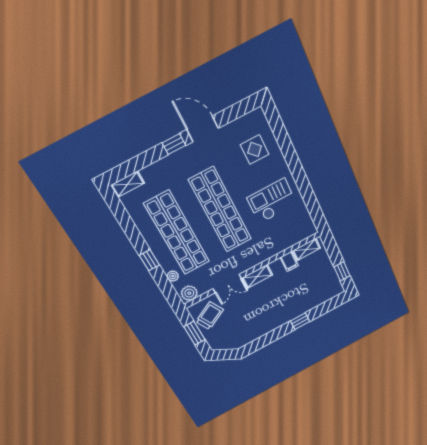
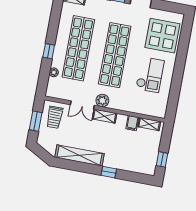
display table: (255, 149) -> (162, 36), width x1.86, depth x1.86
checkout: (272, 201) -> (150, 75), turned 90
plant: (189, 293) -> (102, 101), moved
trolley: (210, 316) -> (55, 117), turned 118
shelving: (261, 329) -> (80, 155), added

